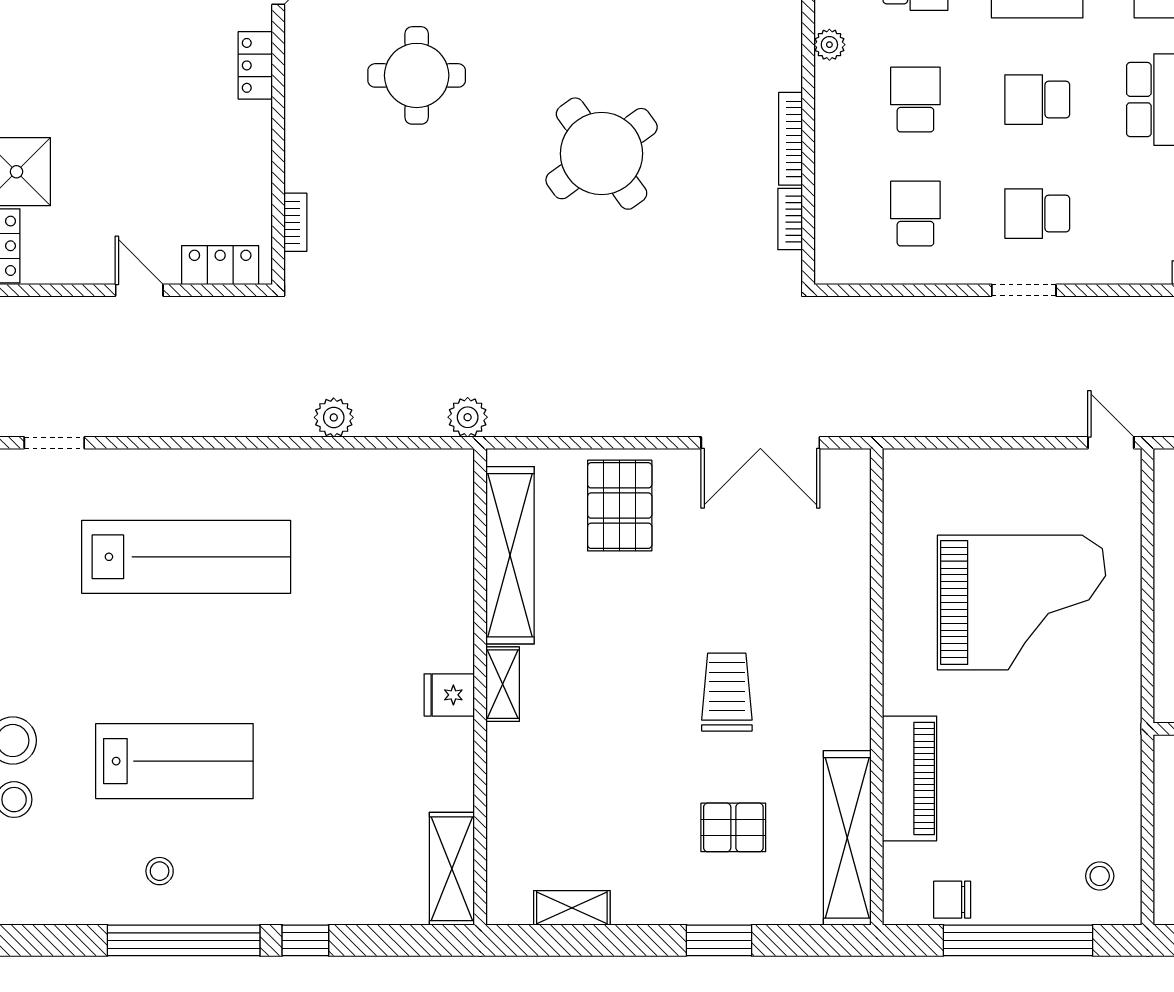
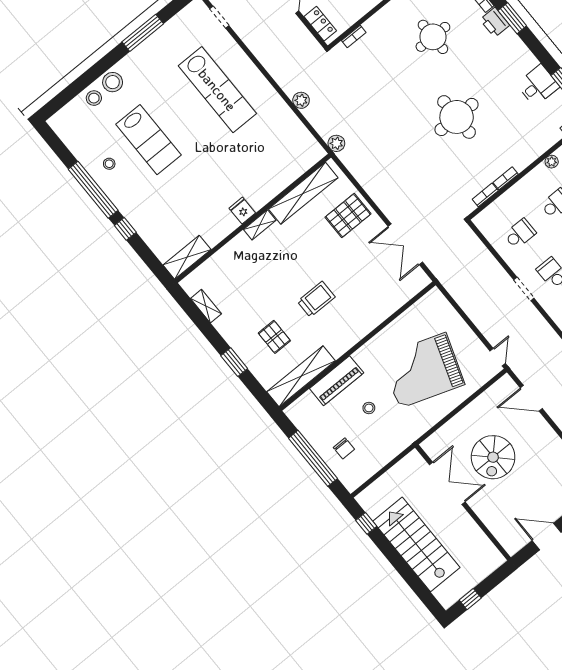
bookcase: (791, 139) -> (506, 178), width x0.64
round table: (602, 154) -> (457, 117), turned 36
grand piano: (1022, 602) -> (423, 370), turned 109
stool: (1100, 876) -> (369, 408), moved
chair: (952, 900) -> (344, 448), moved, turned 180

